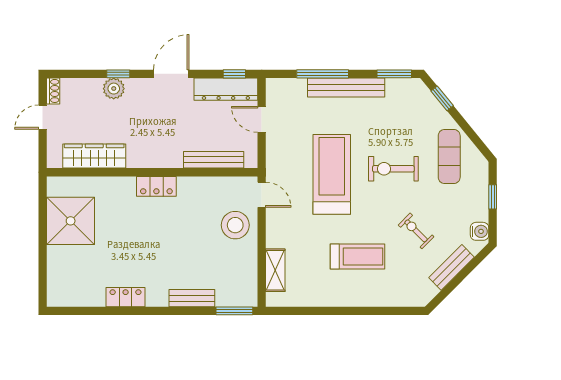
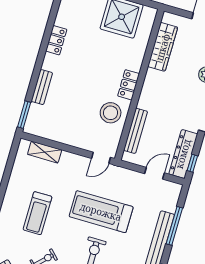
treadmill: (332, 174) -> (101, 212), turned 180
stool: (235, 225) -> (111, 113), moved

